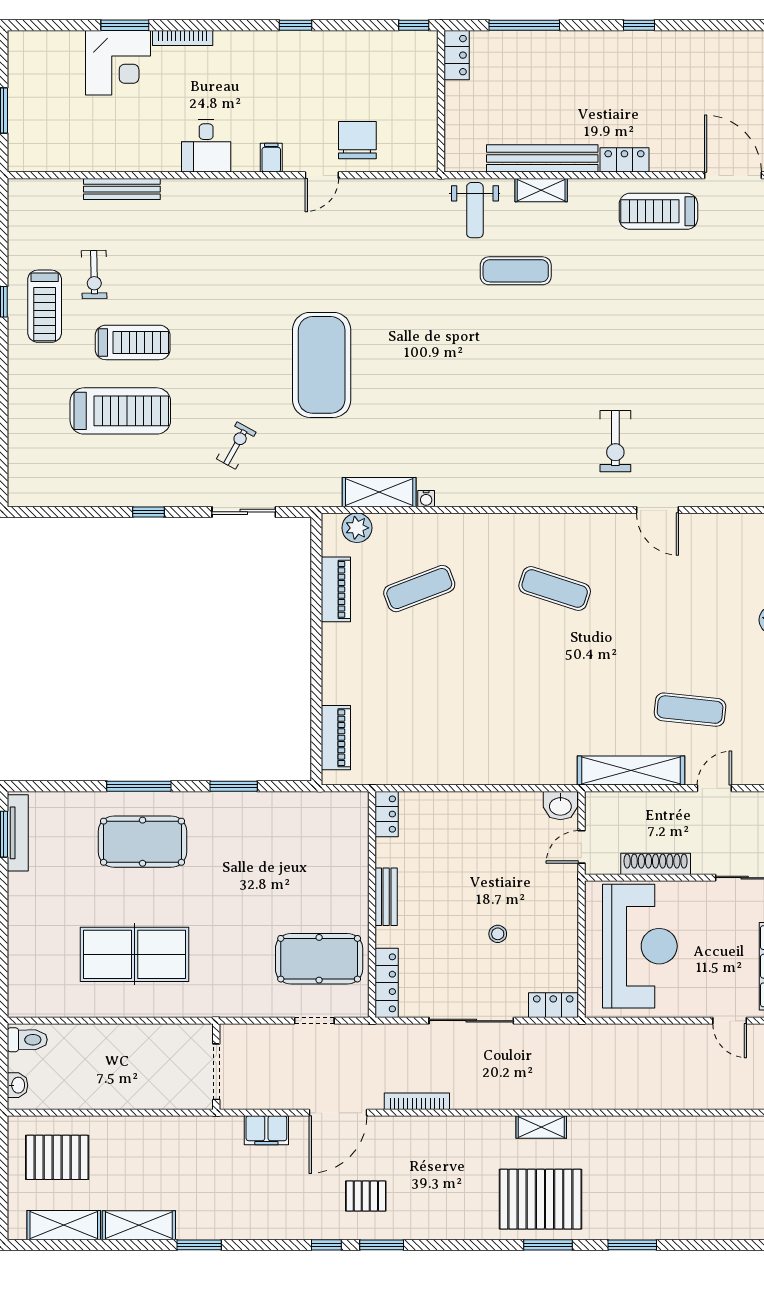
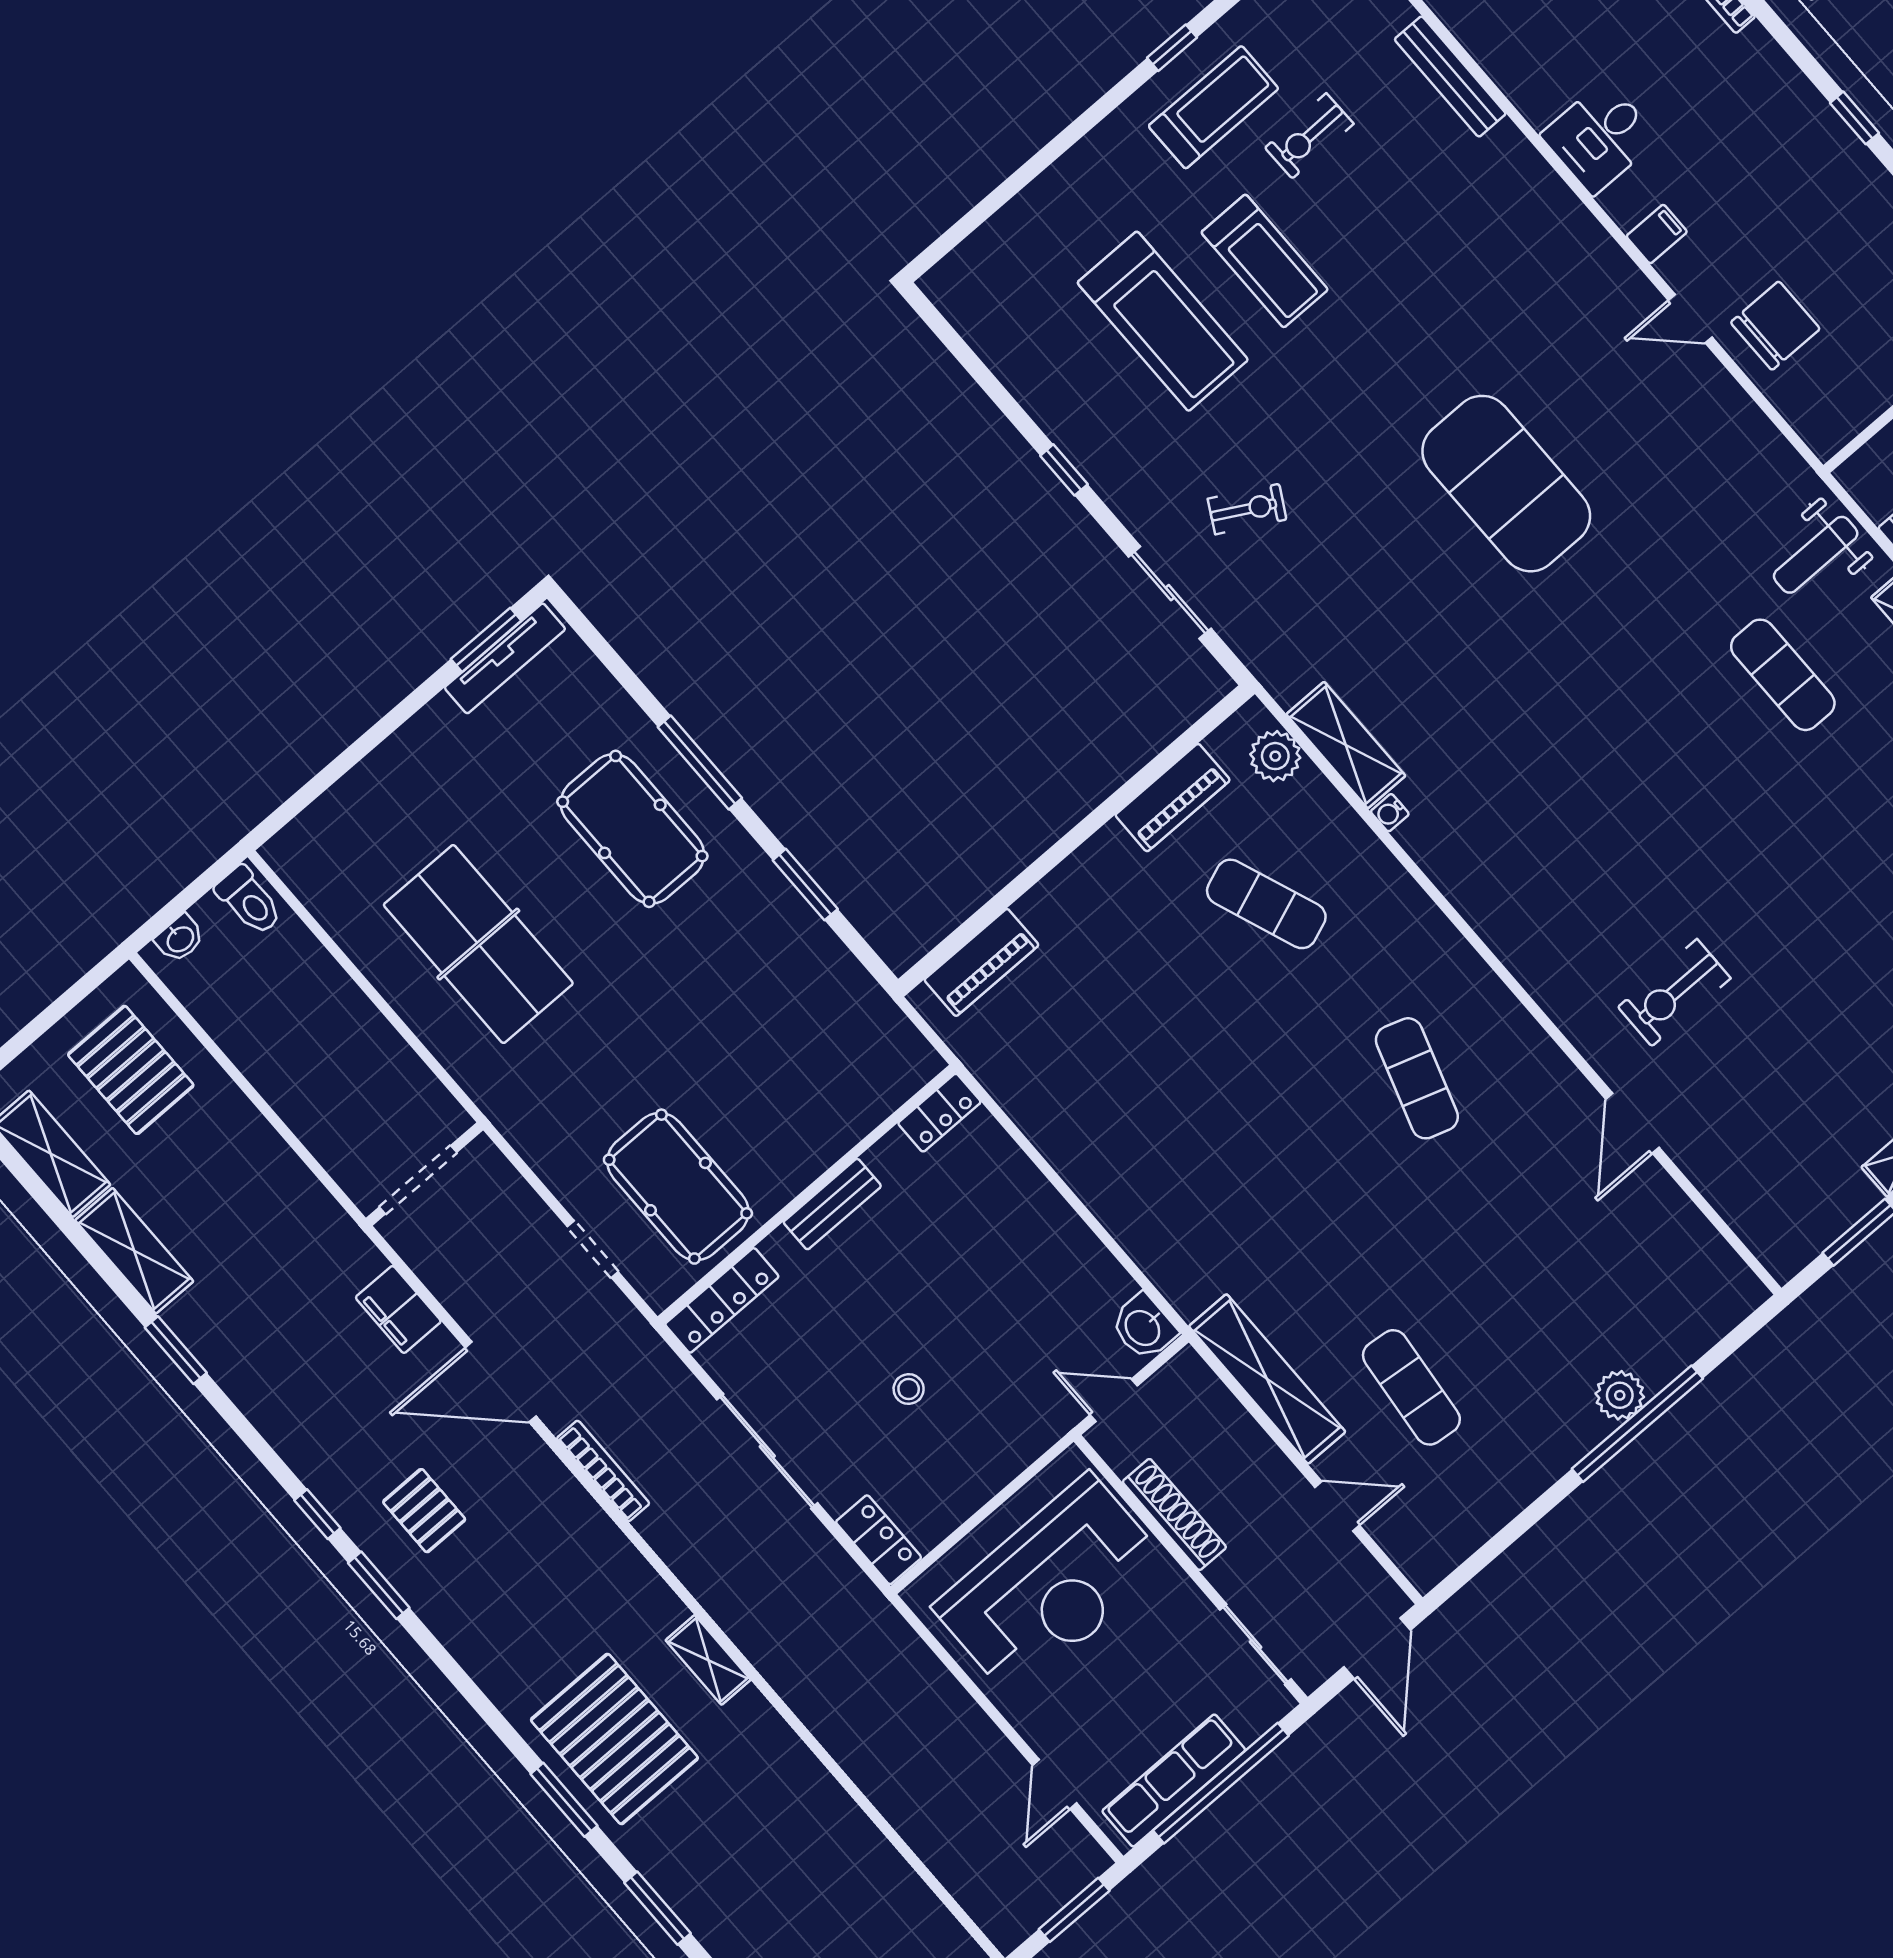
treadmill: (45, 306) -> (1213, 107), turned 180
exercise mat: (322, 365) -> (1506, 484), moved, turned 90

